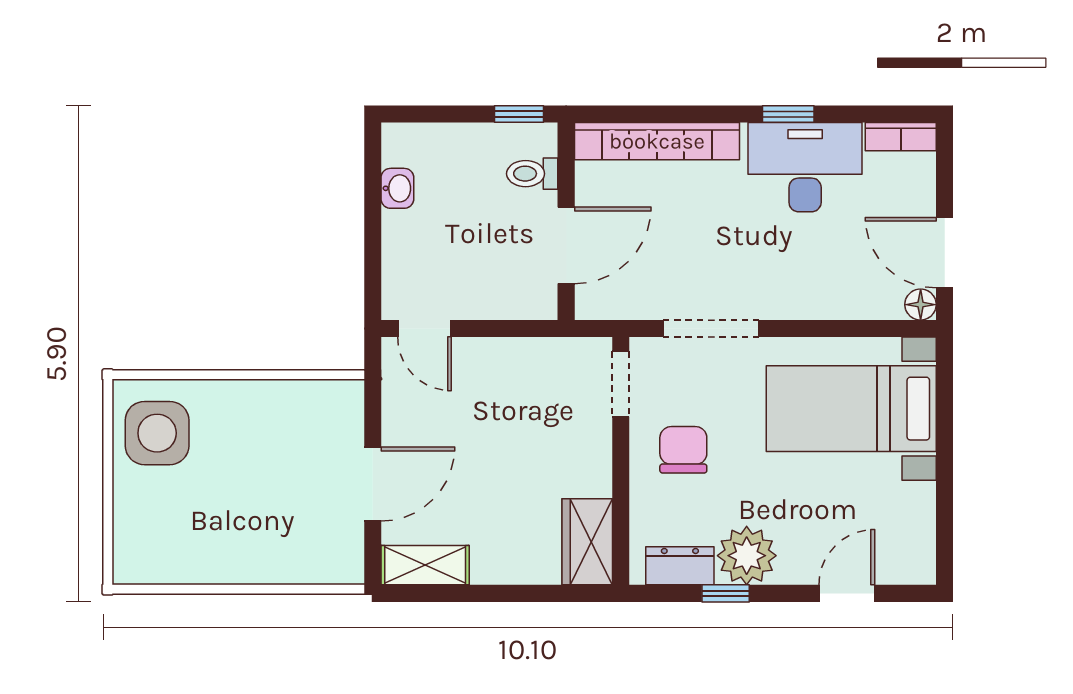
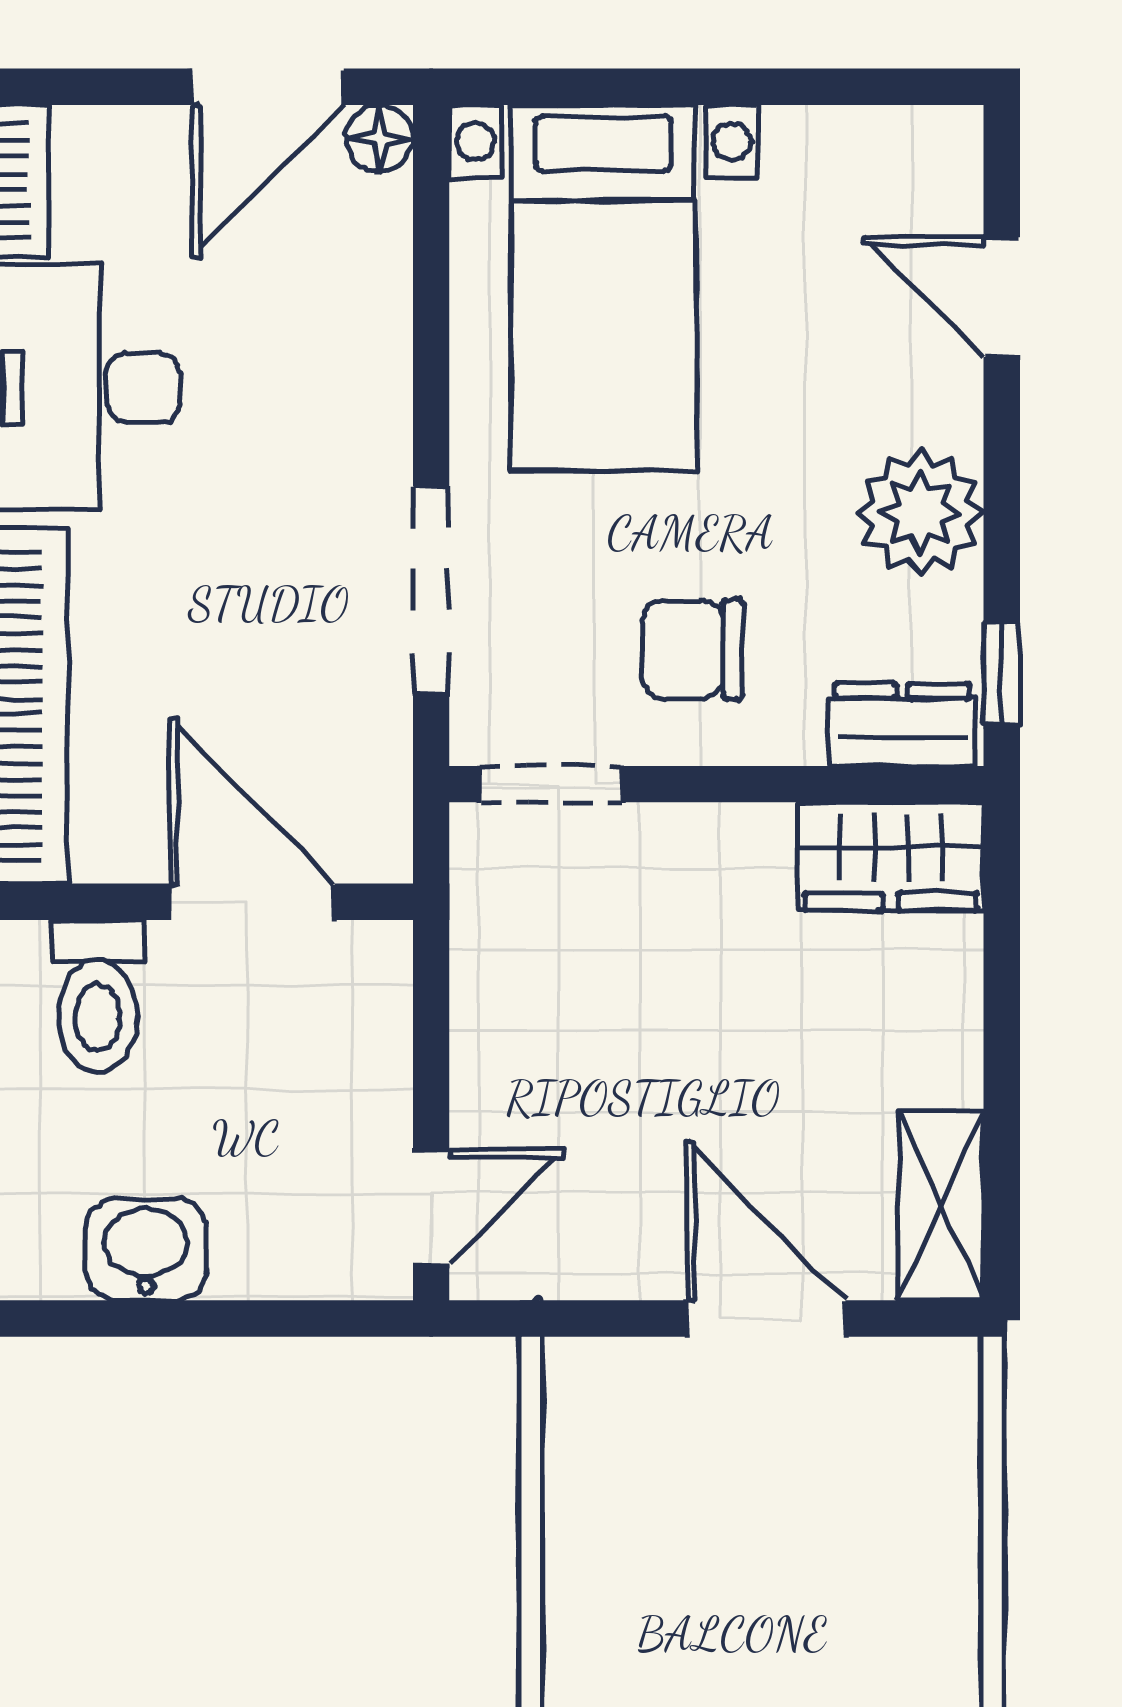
toilet: (532, 174) -> (97, 996), width x1.37, depth x1.39
washbasin: (397, 188) -> (146, 1249), width x1.38, depth x1.45
dresser: (680, 566) -> (902, 725), moved, turned 90
window: (726, 593) -> (1002, 674), moved

